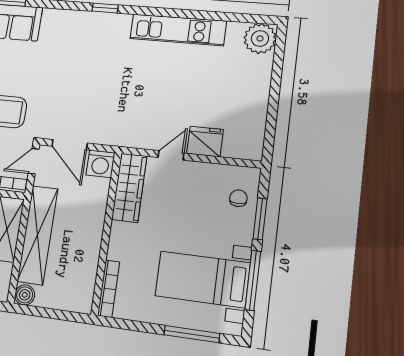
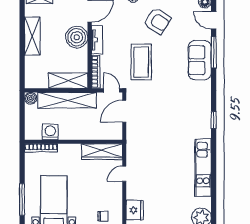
fridge: (205, 142) -> (135, 210), moved
door: (171, 155) -> (124, 174), swing flipped
washing machine: (100, 164) -> (50, 132), moved, turned 90

